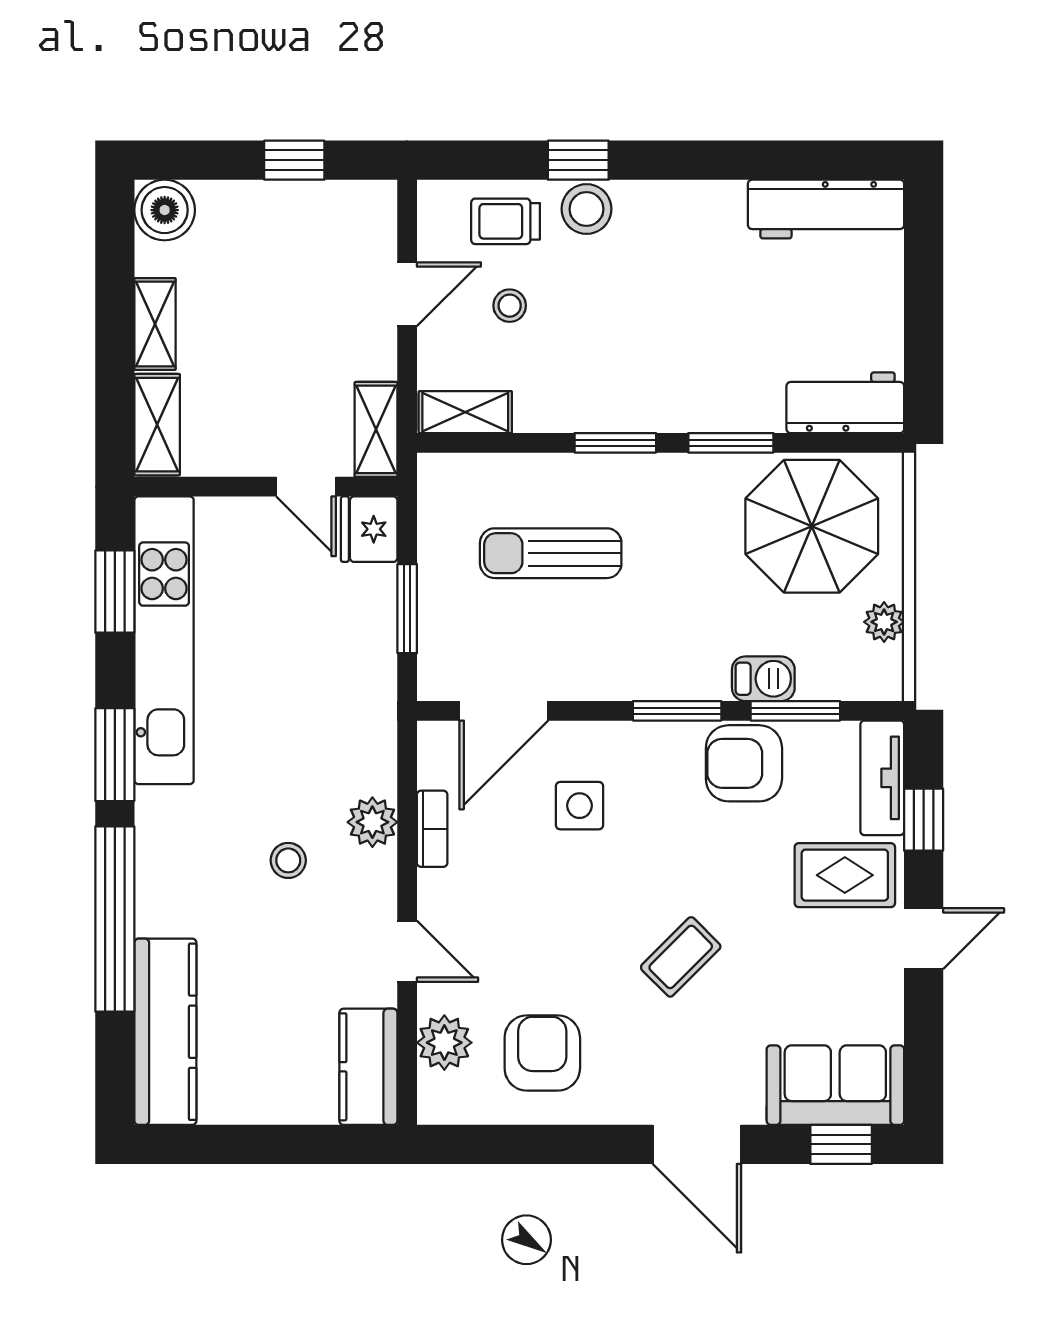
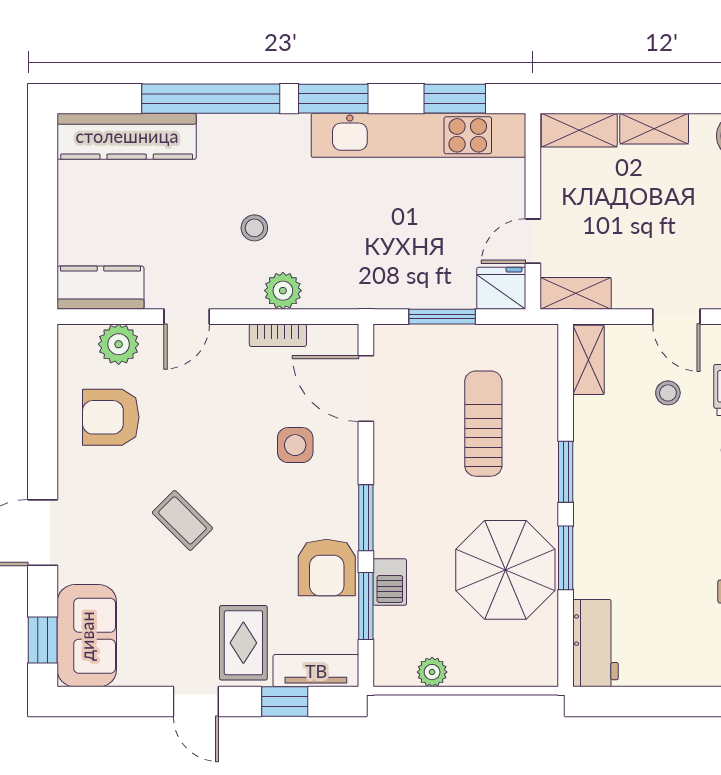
parasol: (812, 526) -> (505, 570), moved
armchair: (744, 763) -> (327, 568), turned 180
armchair: (542, 1053) -> (111, 417), turned 180

